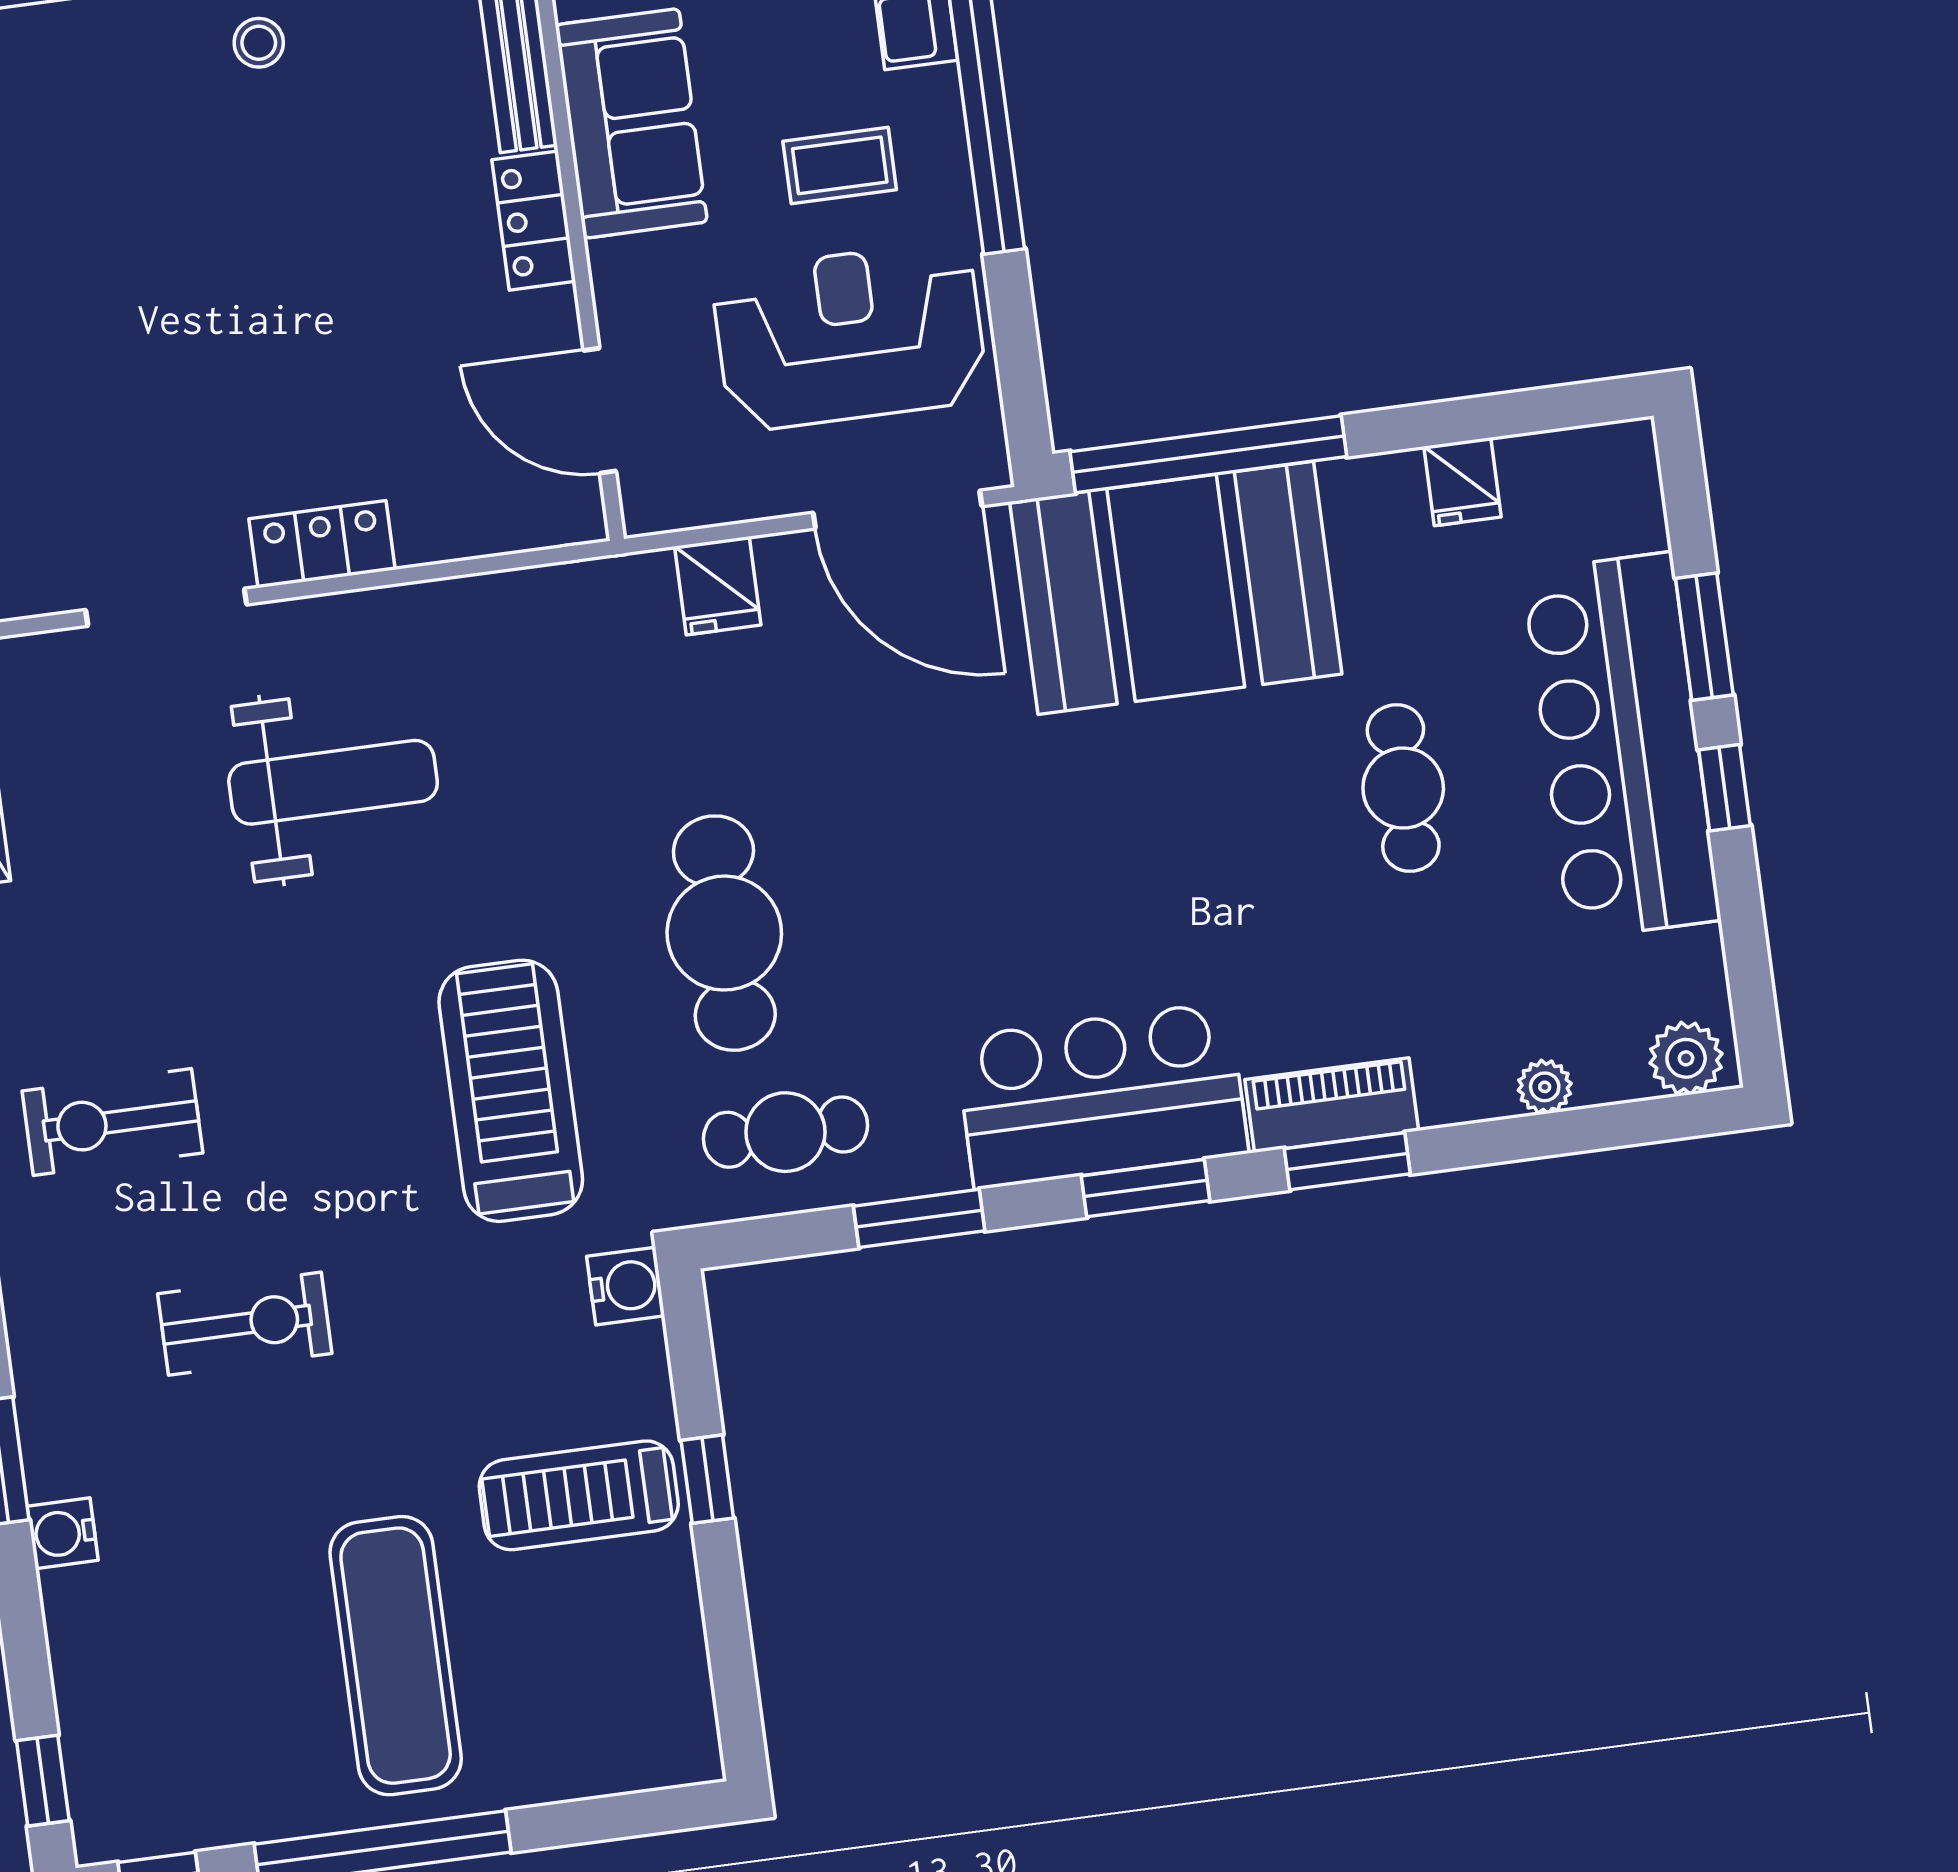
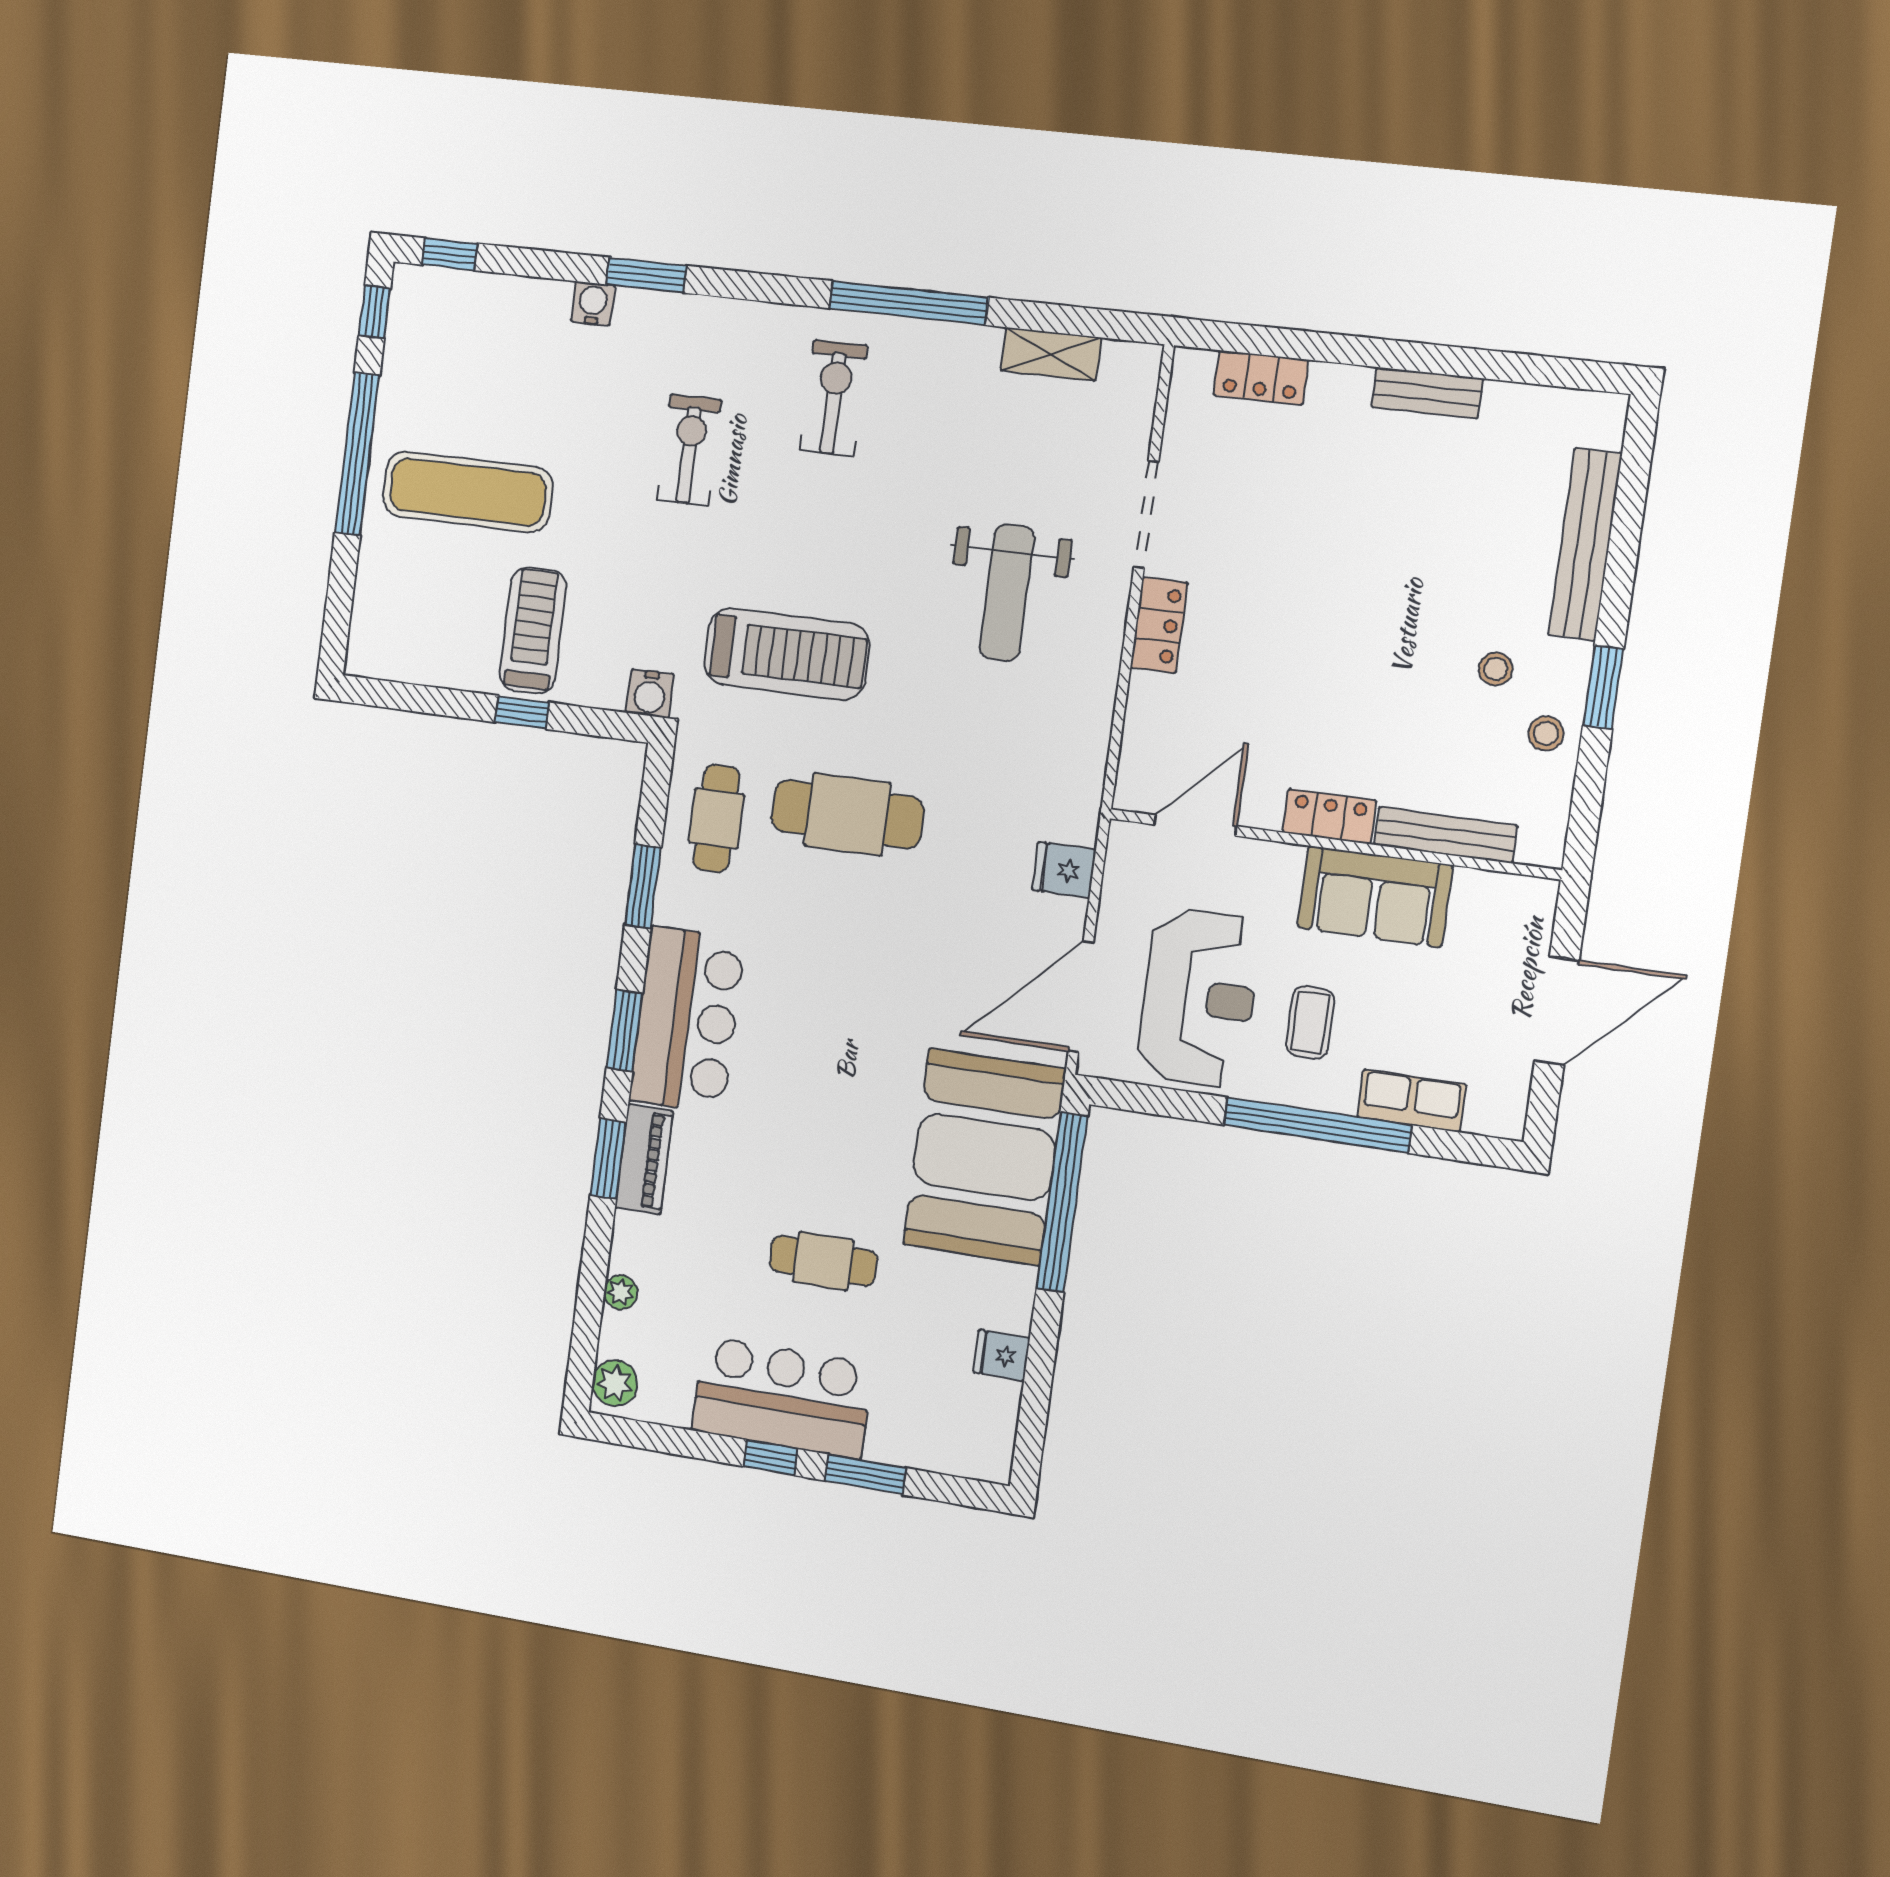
bar counter: (1621, 746) -> (782, 1397), width x0.73
exercise bike: (245, 1324) -> (689, 450), turned 180

